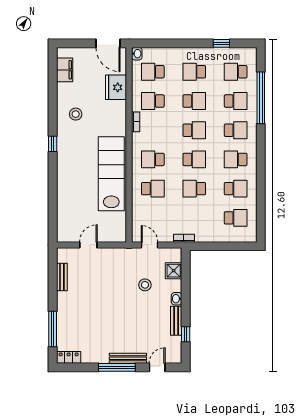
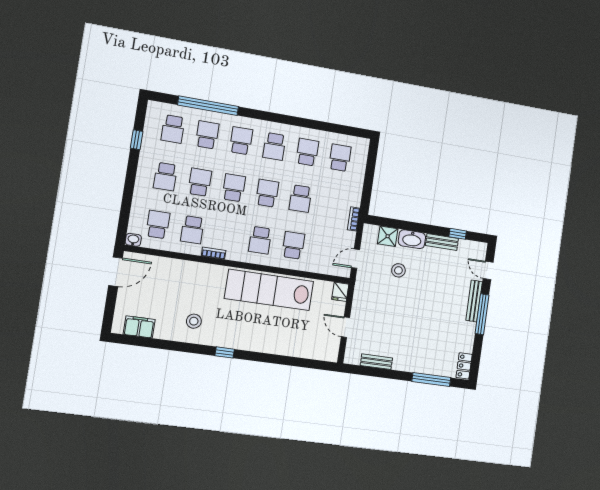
school desk: (153, 72) -> (158, 224), turned 180
fridge: (116, 87) -> (340, 292), moved, width x0.53, depth x0.75
washbasin: (177, 299) -> (412, 239), width x1.91, depth x1.45

